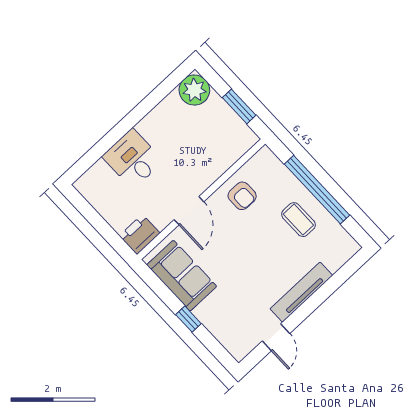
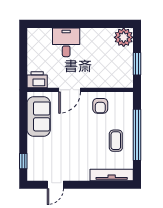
tv unit: (301, 292) -> (112, 175), moved
window: (188, 319) -> (23, 161), moved

